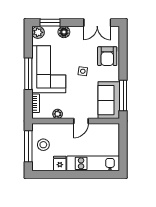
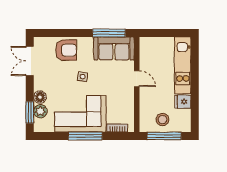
double door: (97, 23) -> (30, 61), swing flipped
plant: (38, 32) -> (40, 111), moved
plant: (58, 114) -> (129, 104), removed

